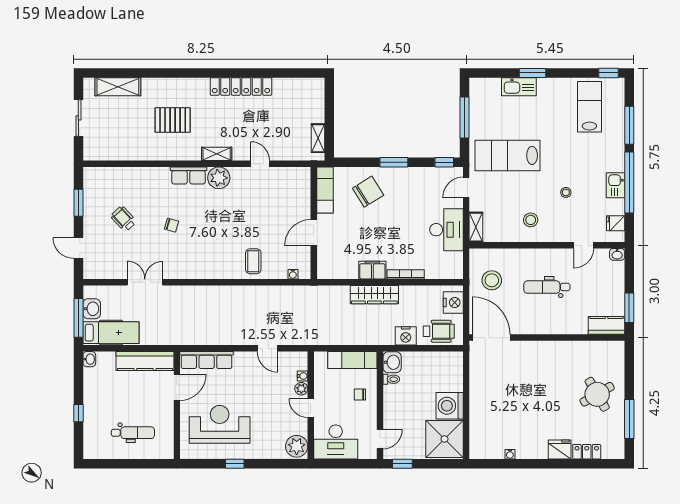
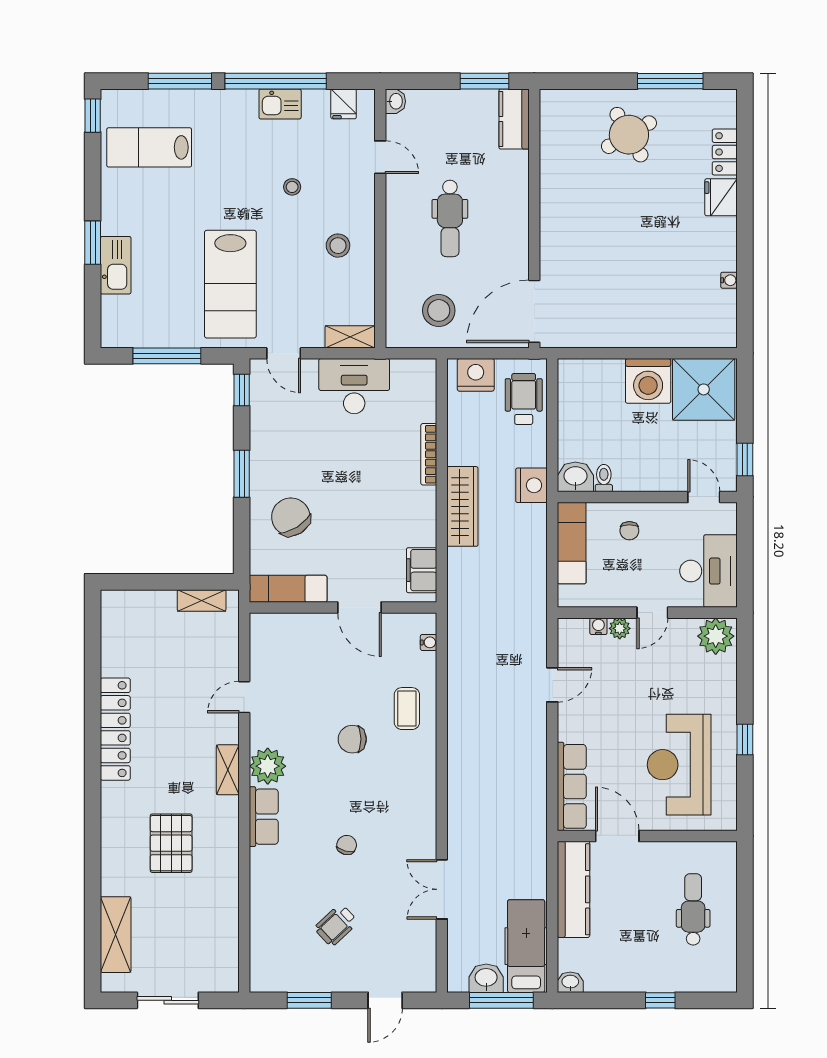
chair: (235, 228) -> (352, 739), added
coffee table: (253, 261) -> (407, 709), turned 90
filing cabinet: (372, 270) -> (422, 570), moved
nightstand: (406, 336) -> (531, 485), moved

